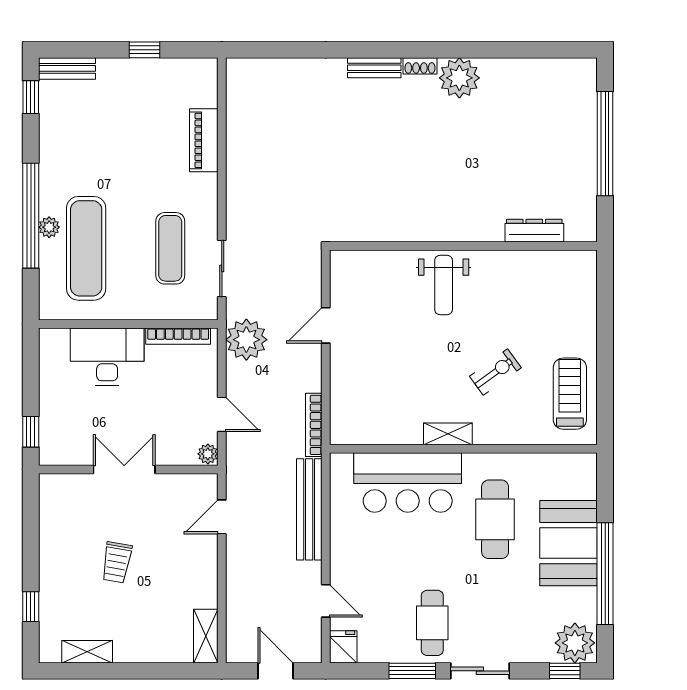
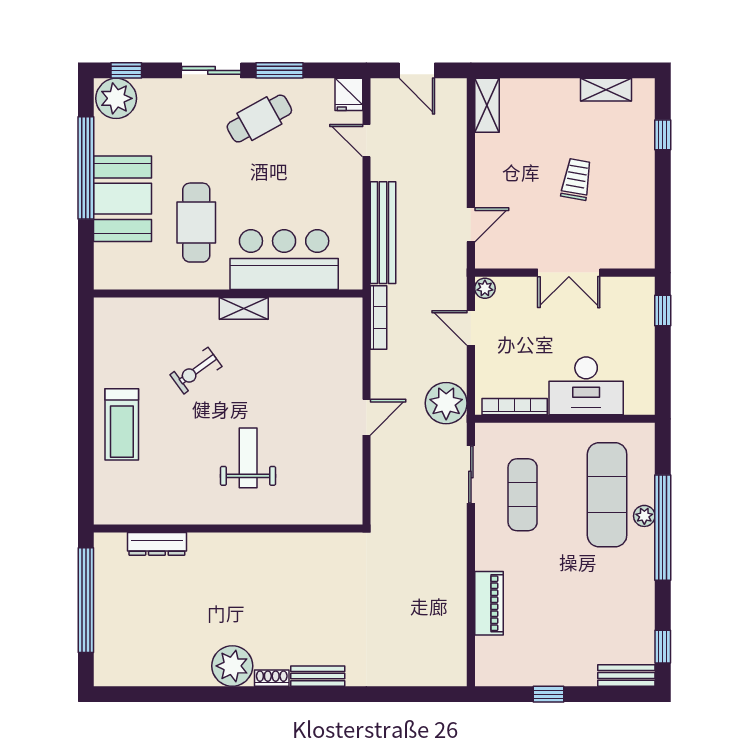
dresser: (534, 231) -> (157, 544), moved
wall: (463, 246) -> (228, 528), moved
treadmill: (570, 394) -> (122, 424), moved
cafe table: (432, 623) -> (259, 119), turned 61

